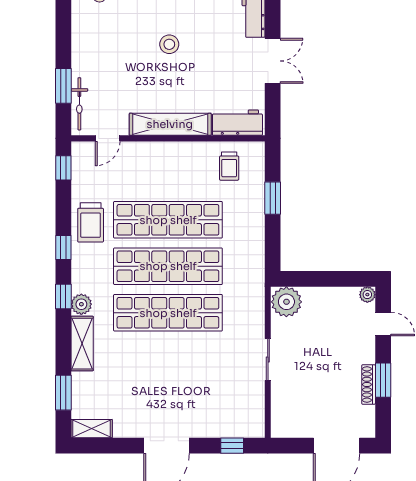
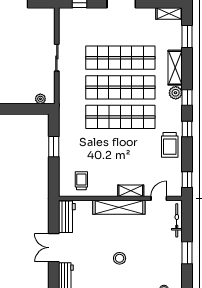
window: (63, 86) -> (187, 253), moved
workbench: (237, 123) -> (67, 217), moved, turned -90
shelving: (152, 150) -> (131, 191), added
window: (273, 198) -> (54, 147), moved
shop shelf: (168, 220) -> (120, 58), moved
trolley: (91, 222) -> (170, 145), turned 180
plant: (286, 302) -> (40, 99), width x0.53, depth x0.53

